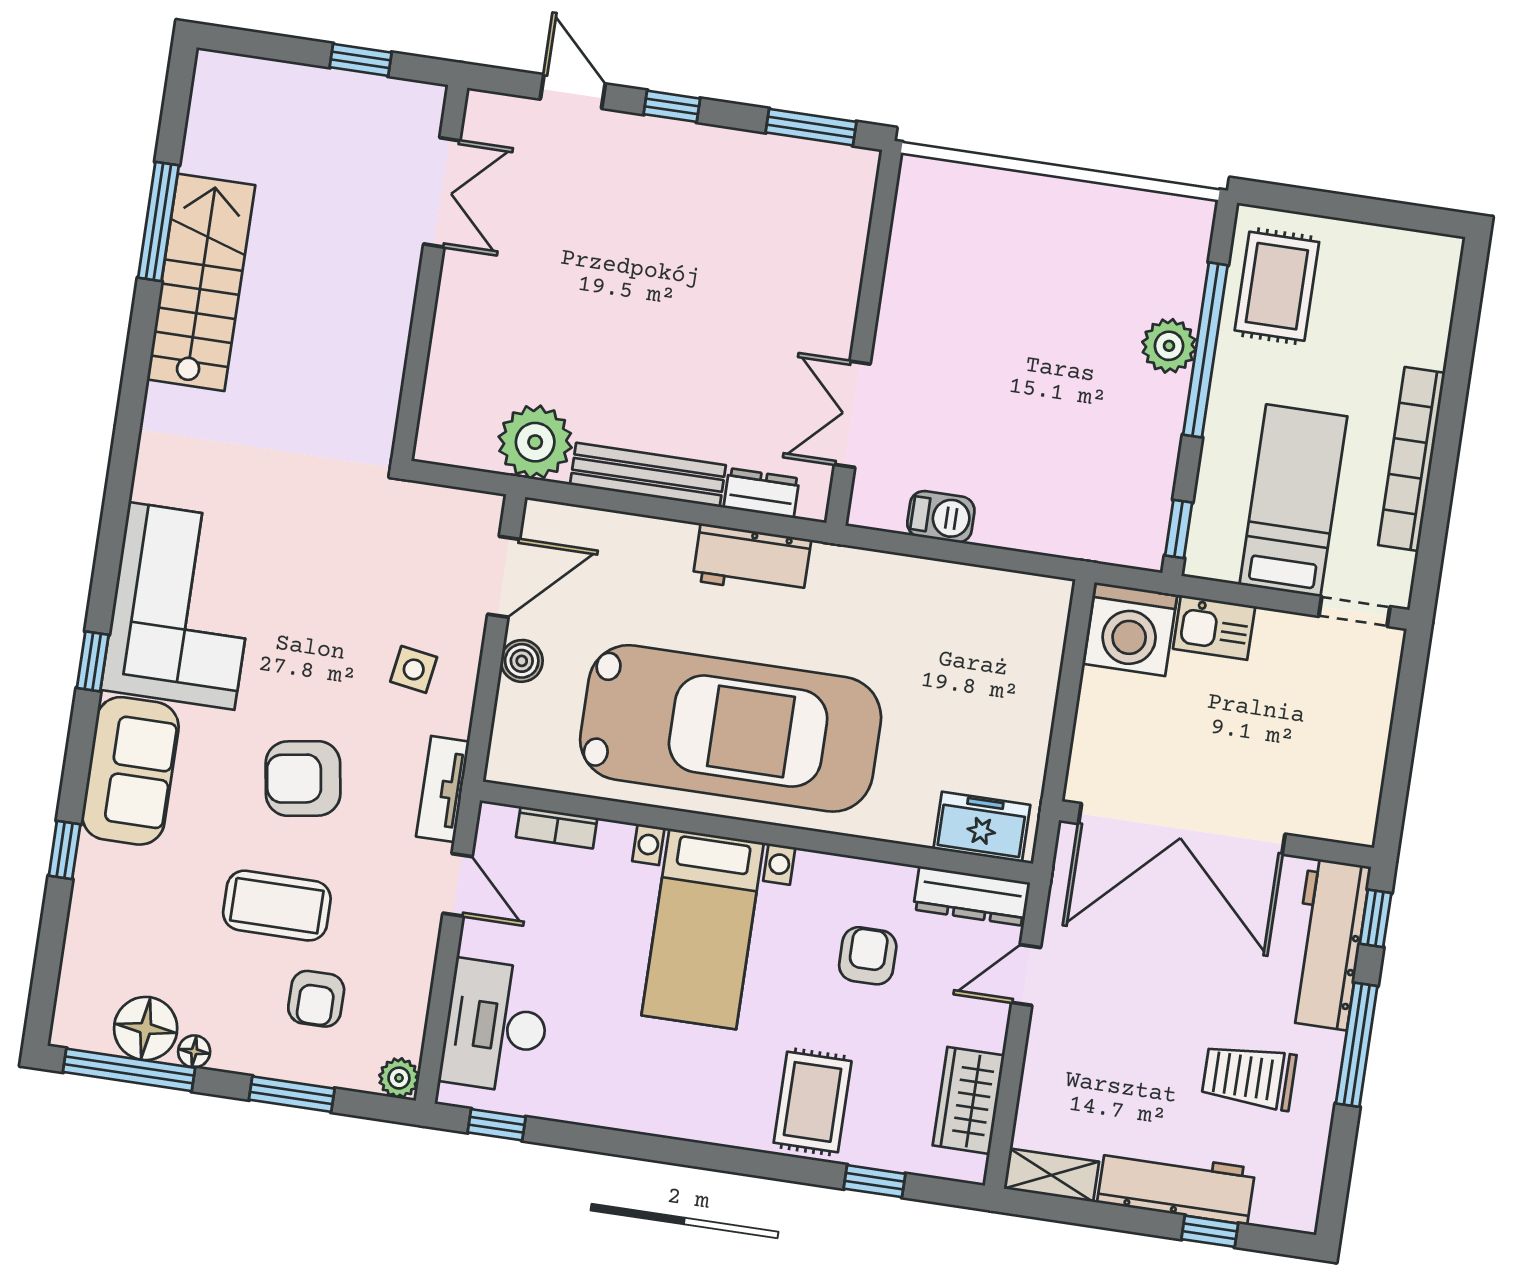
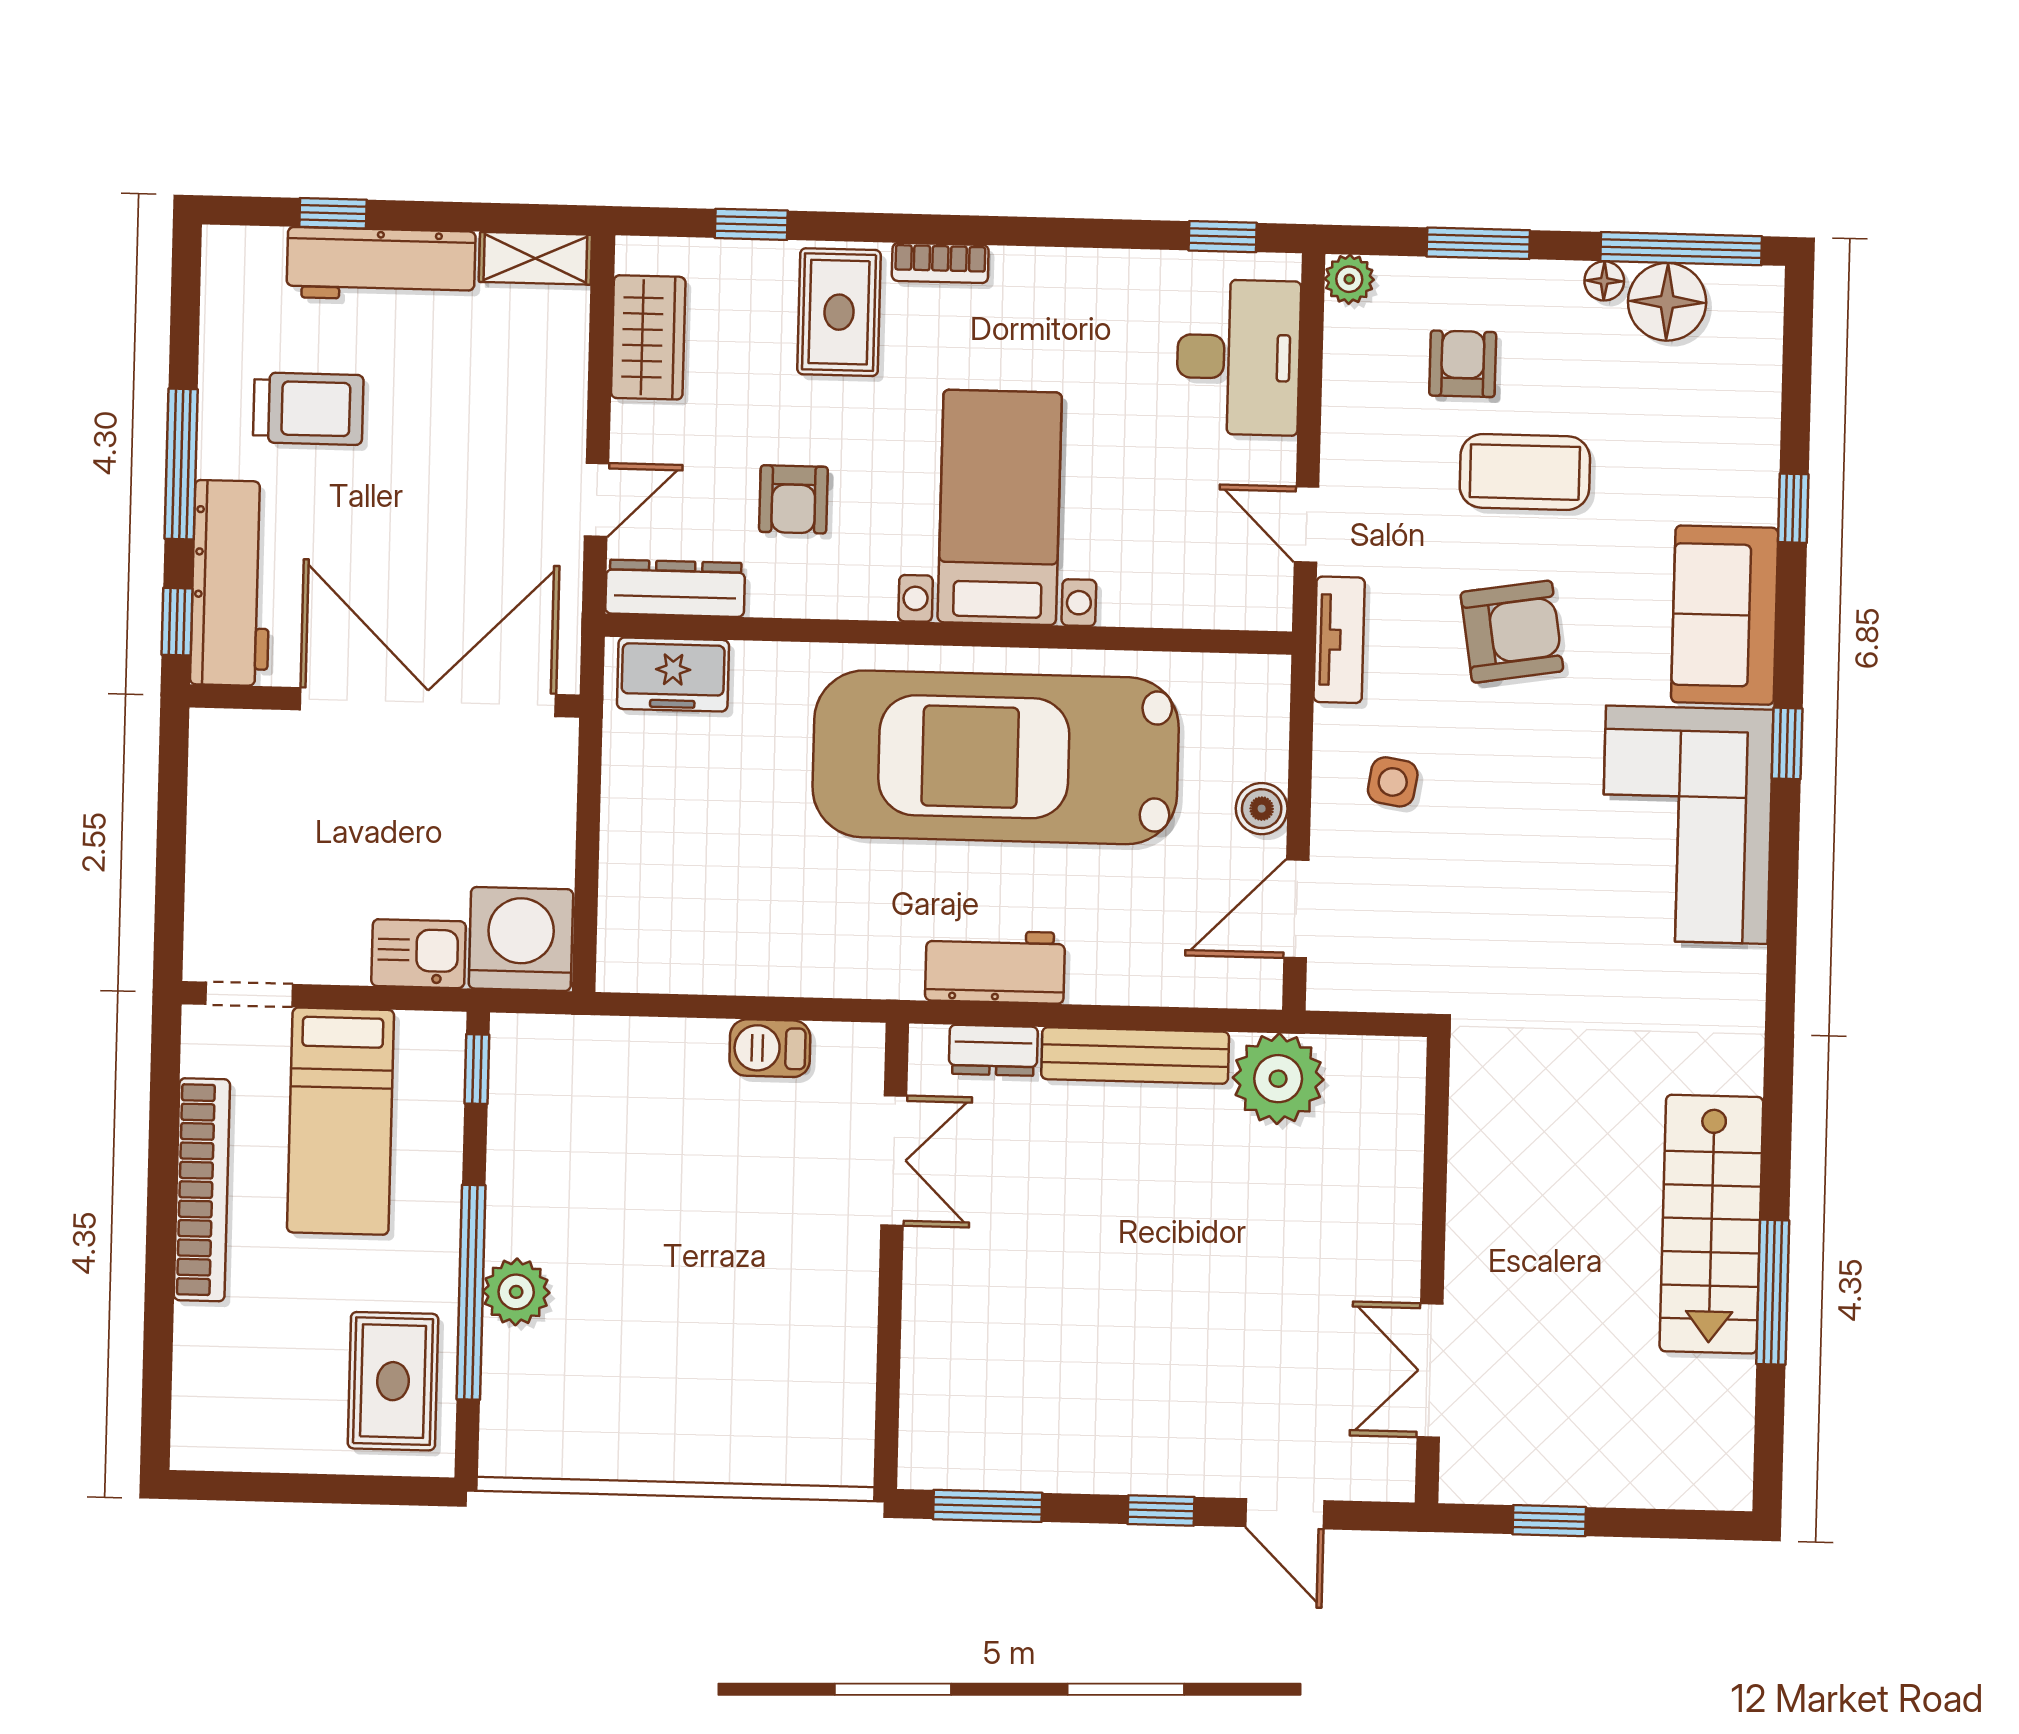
bookcase: (557, 827) -> (940, 263), moved, turned 180

